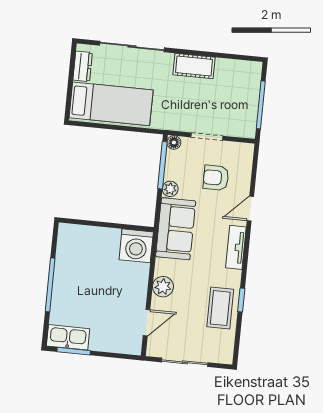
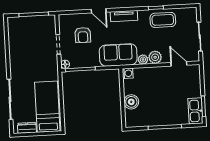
cot: (194, 66) -> (16, 59), removed
plant: (170, 189) -> (143, 60), moved
boiler: (98, 238) -> (131, 102), added
washing machine: (136, 246) -> (128, 73), width x0.53, depth x0.53

